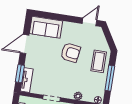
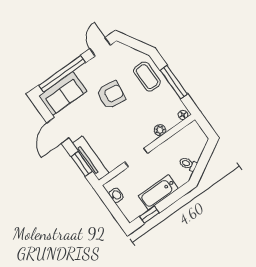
window: (56, 17) -> (62, 74), added
tv unit: (27, 80) -> (91, 158), width x1.41

